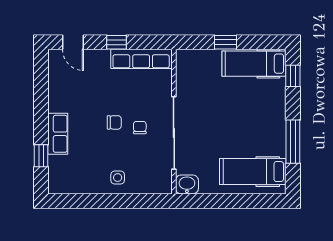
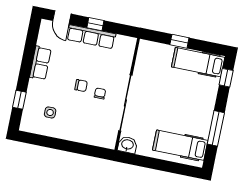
row of seats: (141, 59) -> (91, 37), moved
row of seats: (58, 134) -> (40, 63), moved
side table: (118, 178) -> (50, 112), moved

